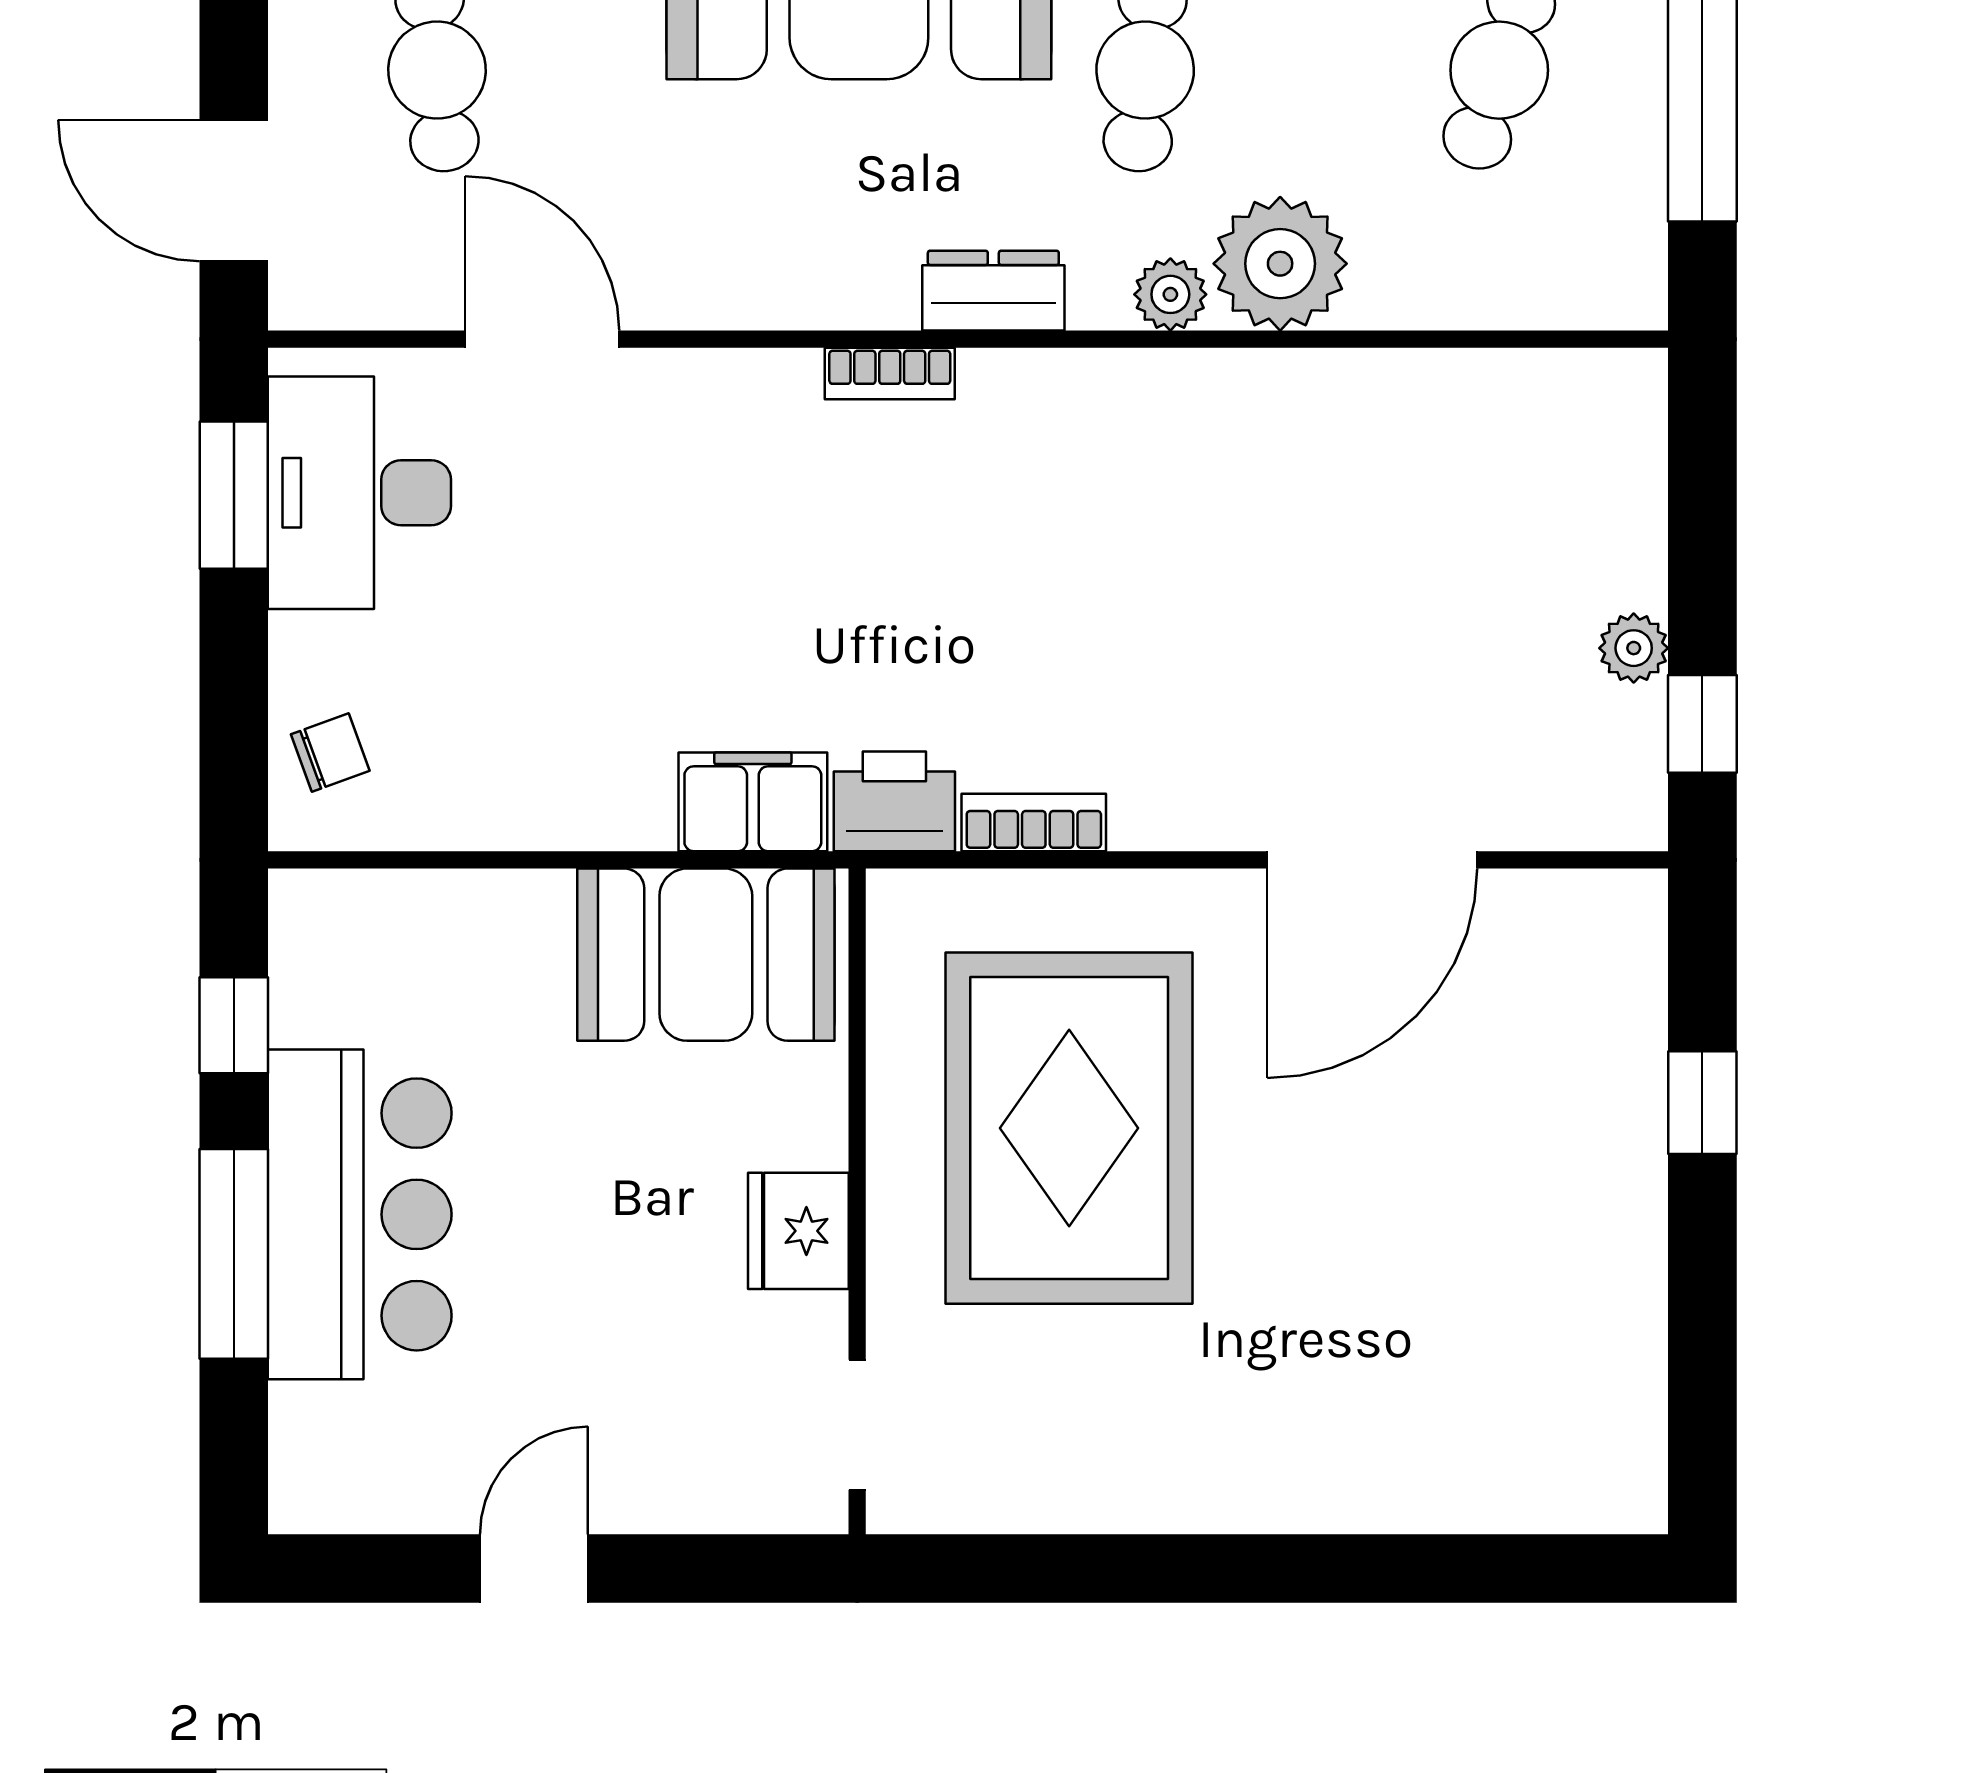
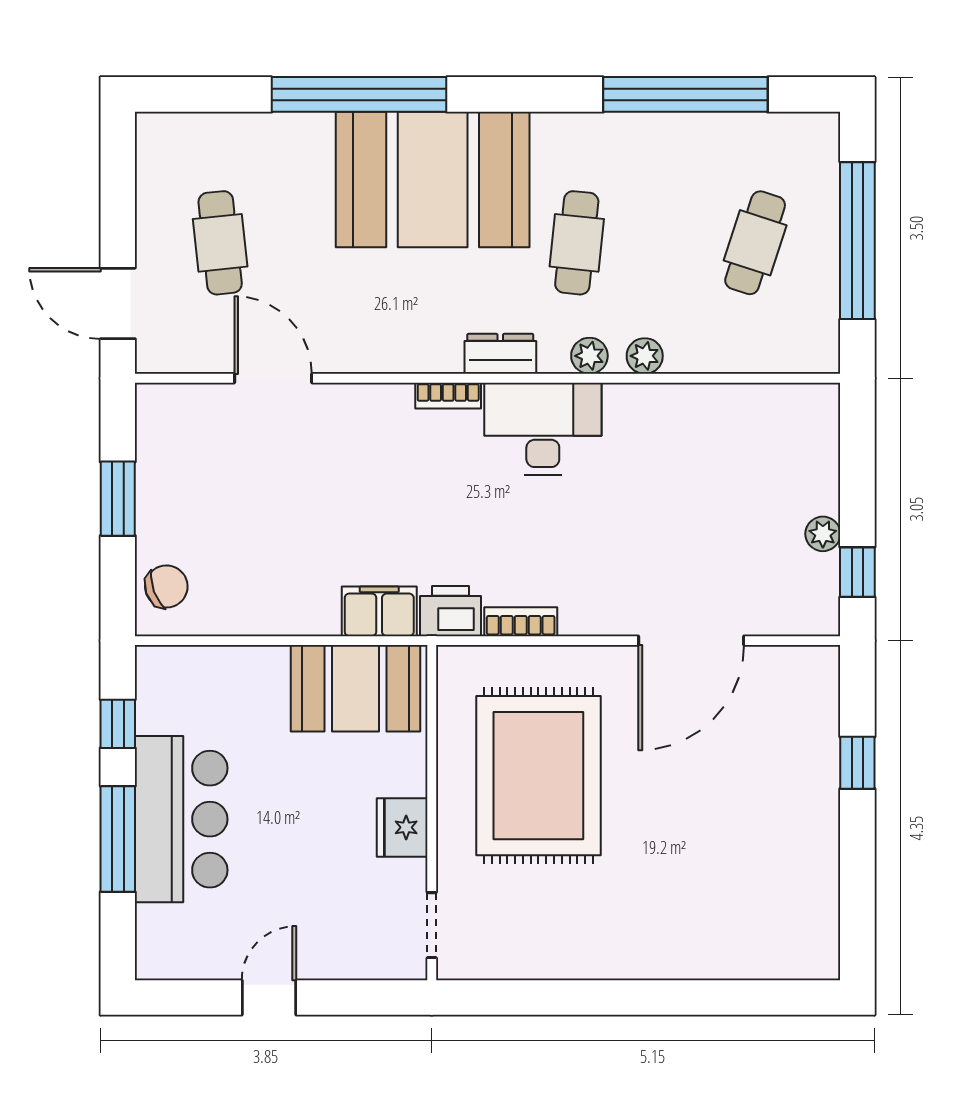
plant: (1280, 264) -> (645, 356), width x0.53, depth x0.53
desk: (359, 493) -> (543, 429), moved, turned 90
window: (234, 495) -> (118, 499), moved
chair: (330, 753) -> (166, 587), width x1.37, depth x1.37

